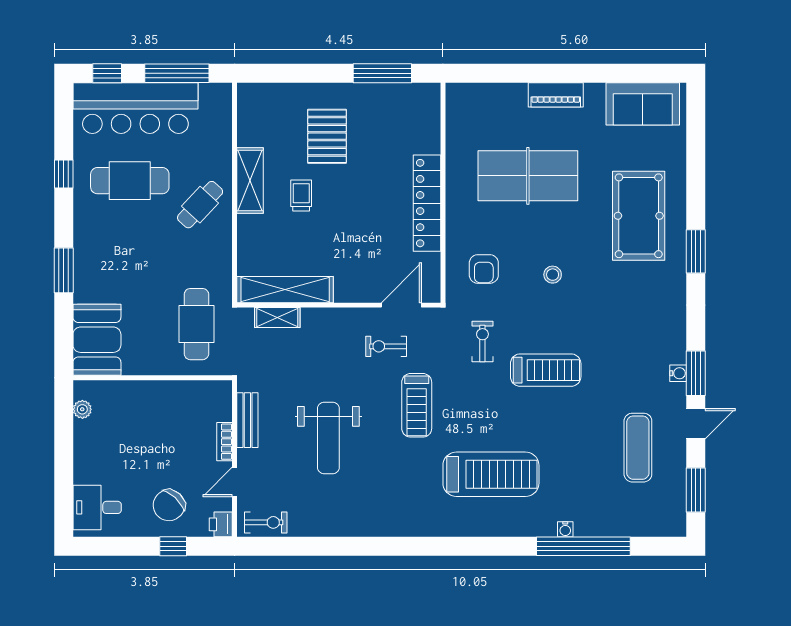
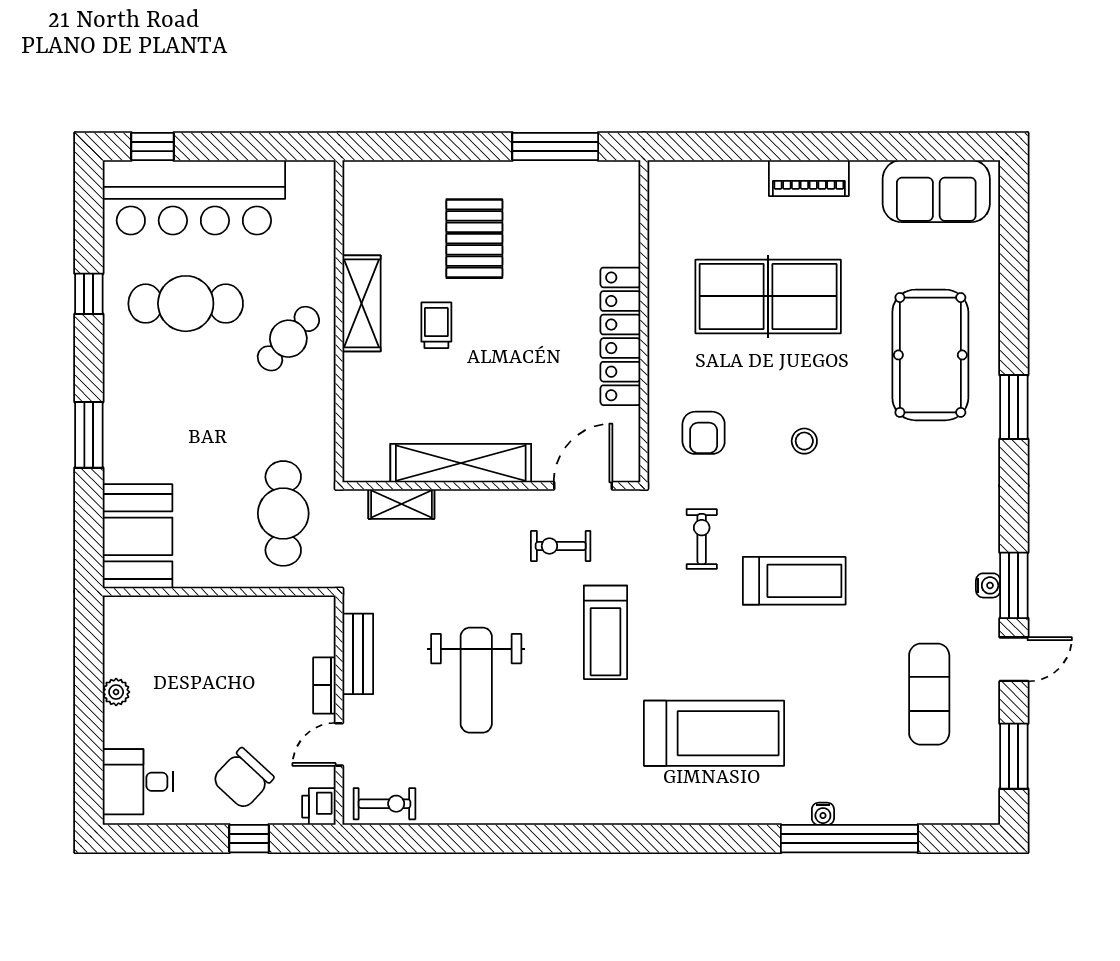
window: (177, 73) -> (254, 146), removed
shelving: (285, 290) -> (461, 463), moved
plant: (82, 409) -> (116, 692), moved

